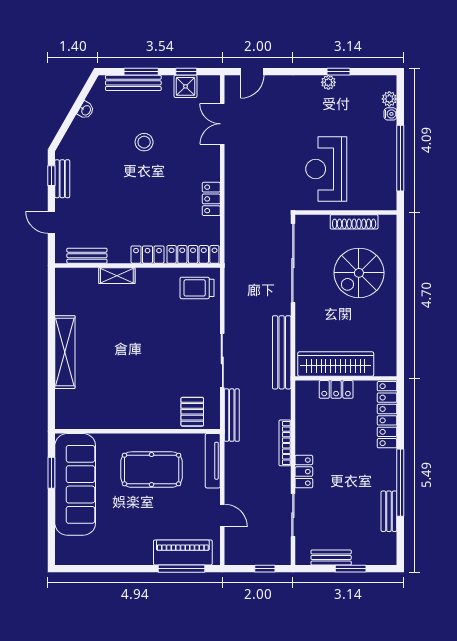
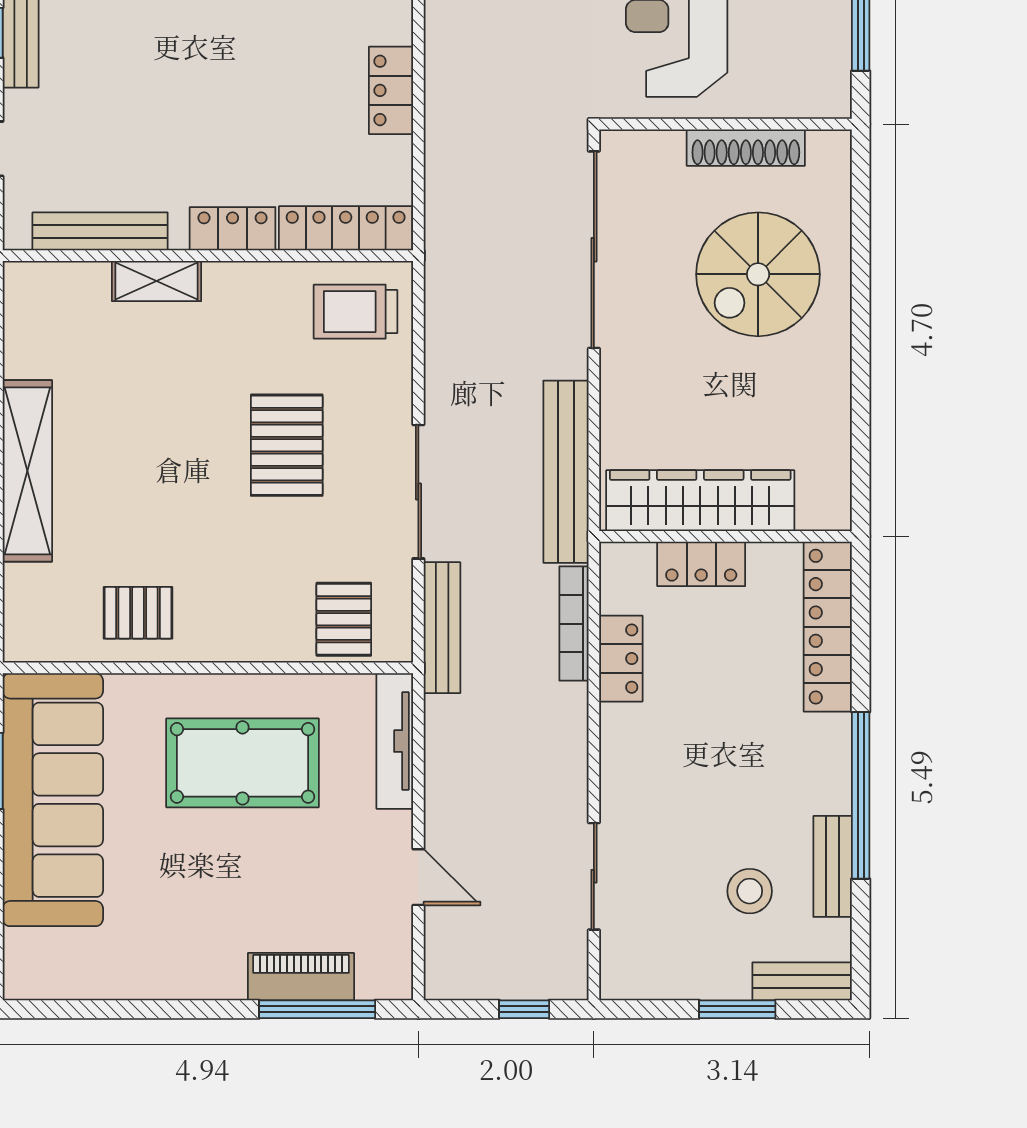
bench: (87, 256) -> (100, 231), width x1.36
pallet: (169, 342) -> (287, 445), added
pallet: (109, 409) -> (138, 613), added
bookcase: (285, 443) -> (574, 624), moved
locker: (304, 472) -> (621, 659), moved
stool: (356, 521) -> (750, 891), added
piano: (183, 552) -> (301, 977), width x0.73, depth x0.75
bench: (331, 557) -> (802, 981), moved

